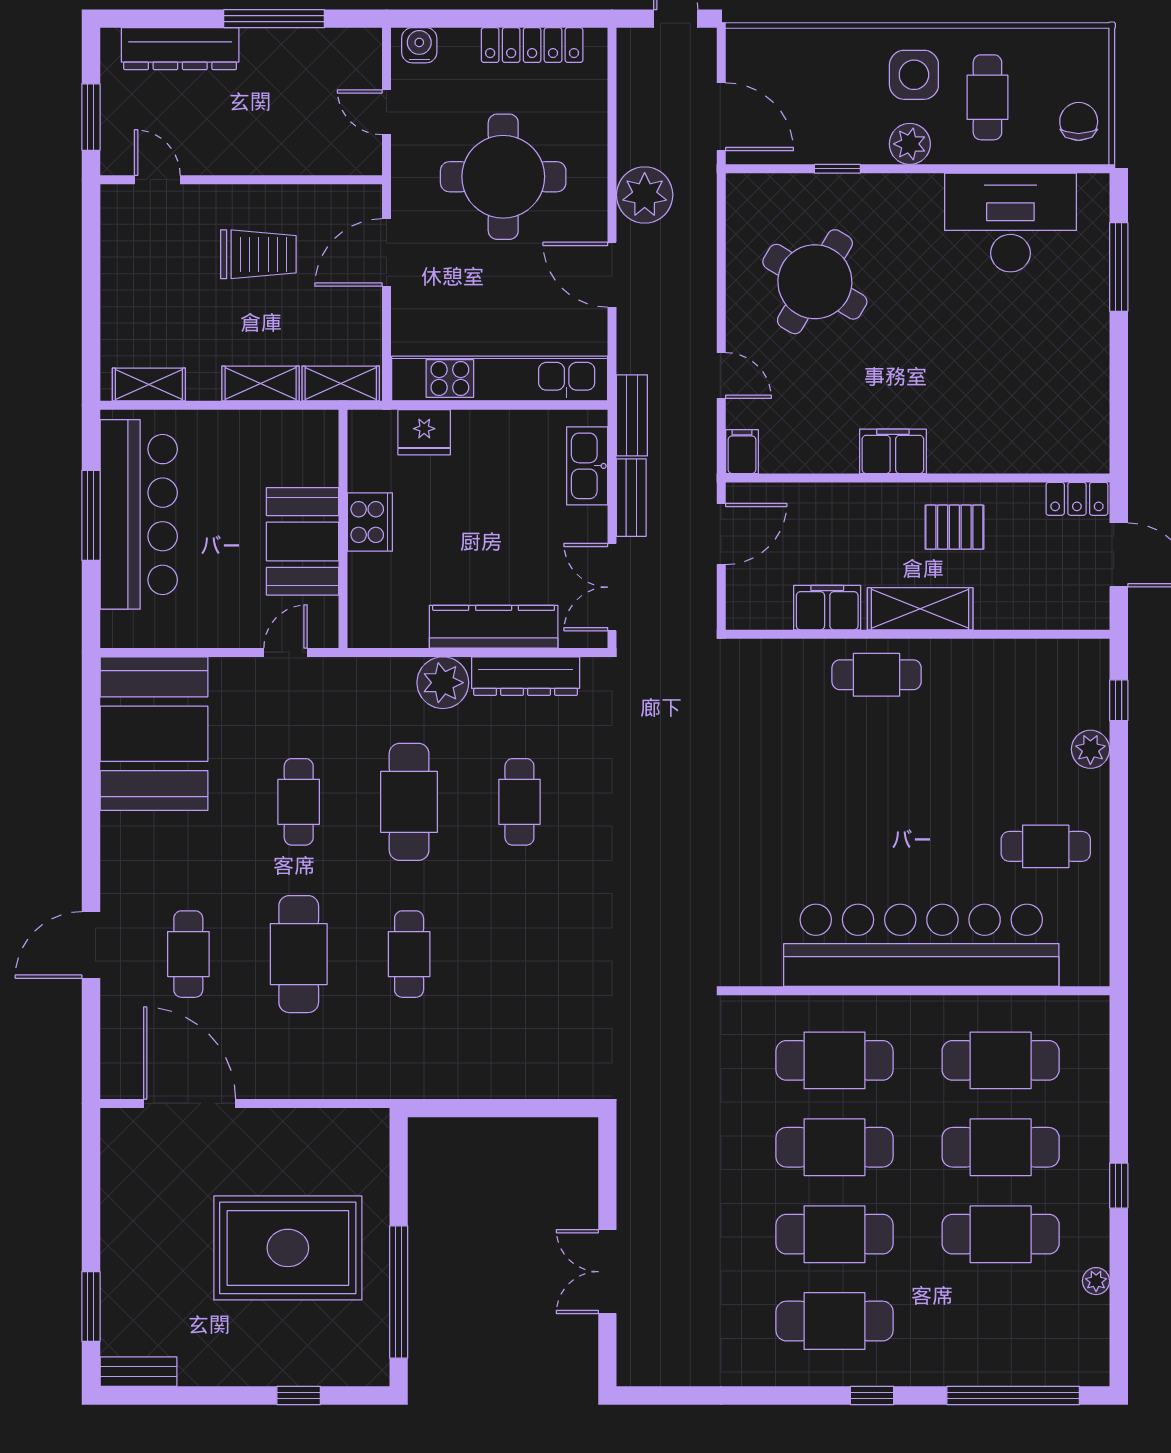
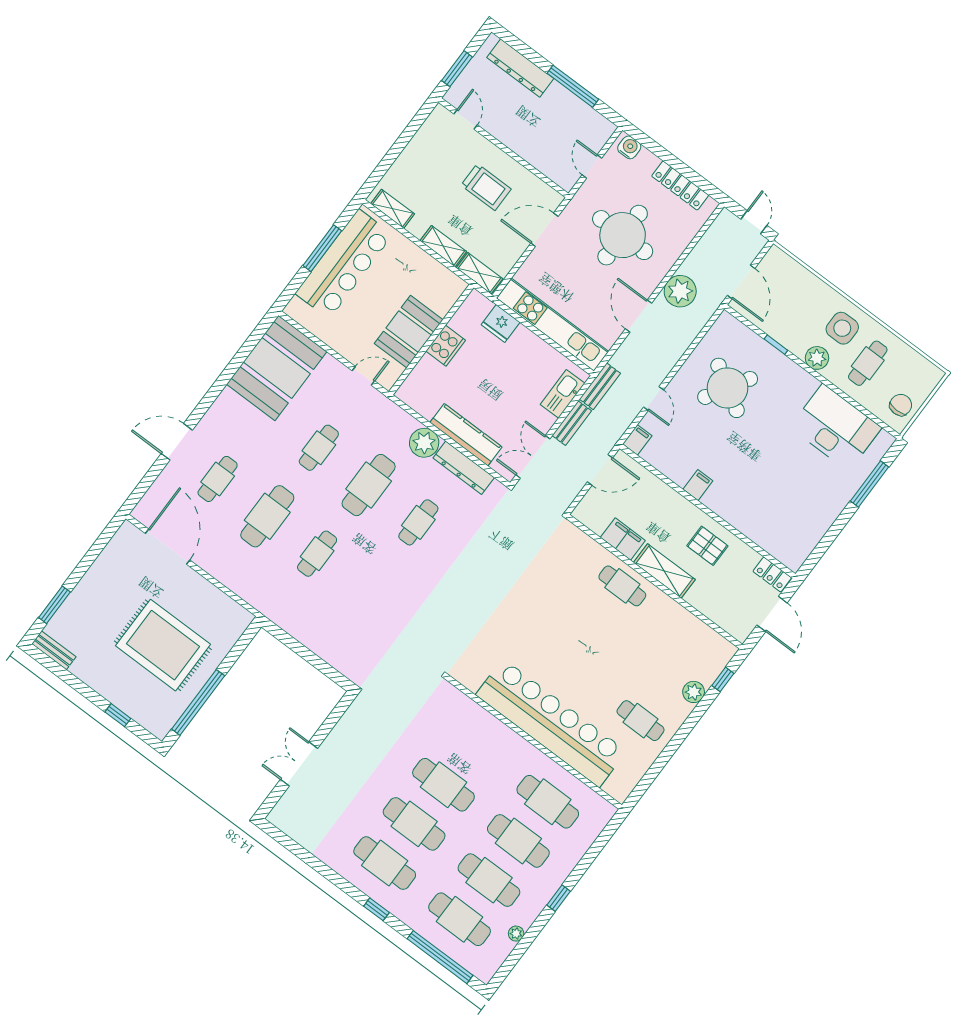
filing cabinet: (893, 451) -> (698, 485), width x0.50
cafe table: (835, 1060) -> (460, 919), moved

